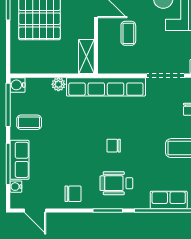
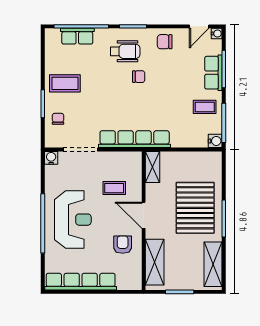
coffee table: (128, 33) -> (114, 188), turned 90
plant: (58, 84) -> (178, 142), removed
chair: (114, 146) -> (139, 77), moved
water cooler: (16, 187) -> (217, 33), moved
door: (35, 211) -> (199, 26), swing flipped

